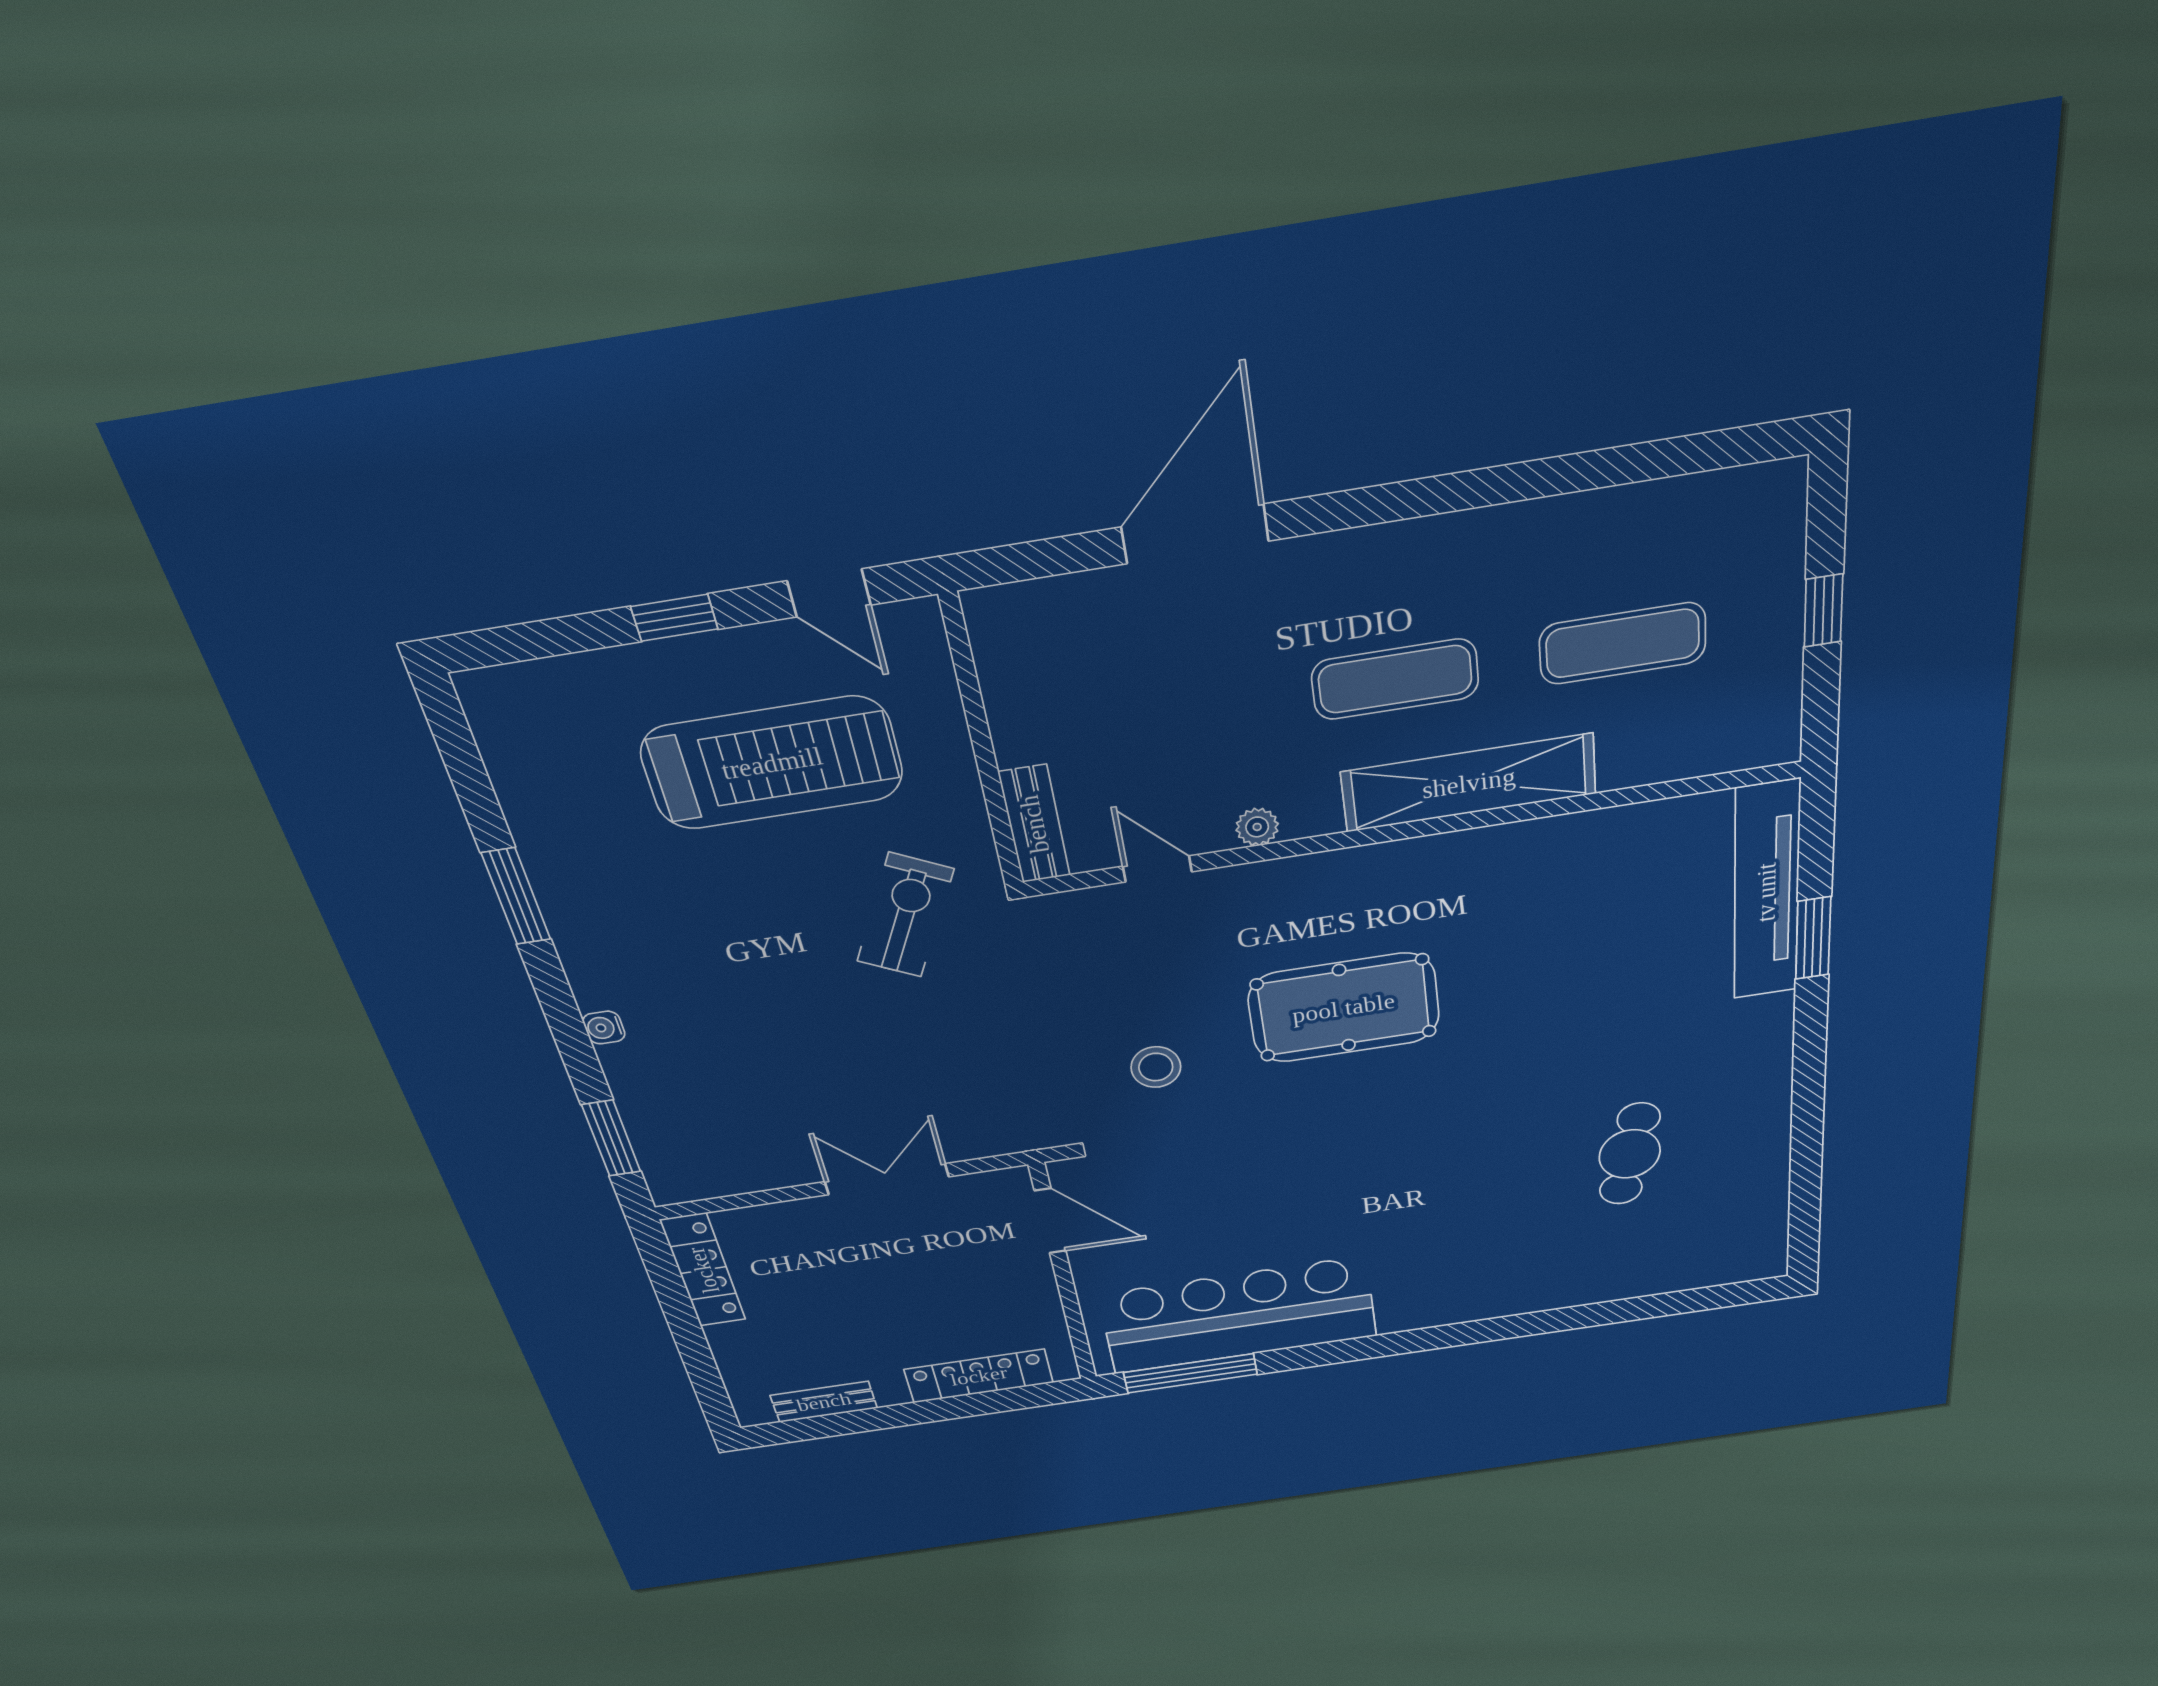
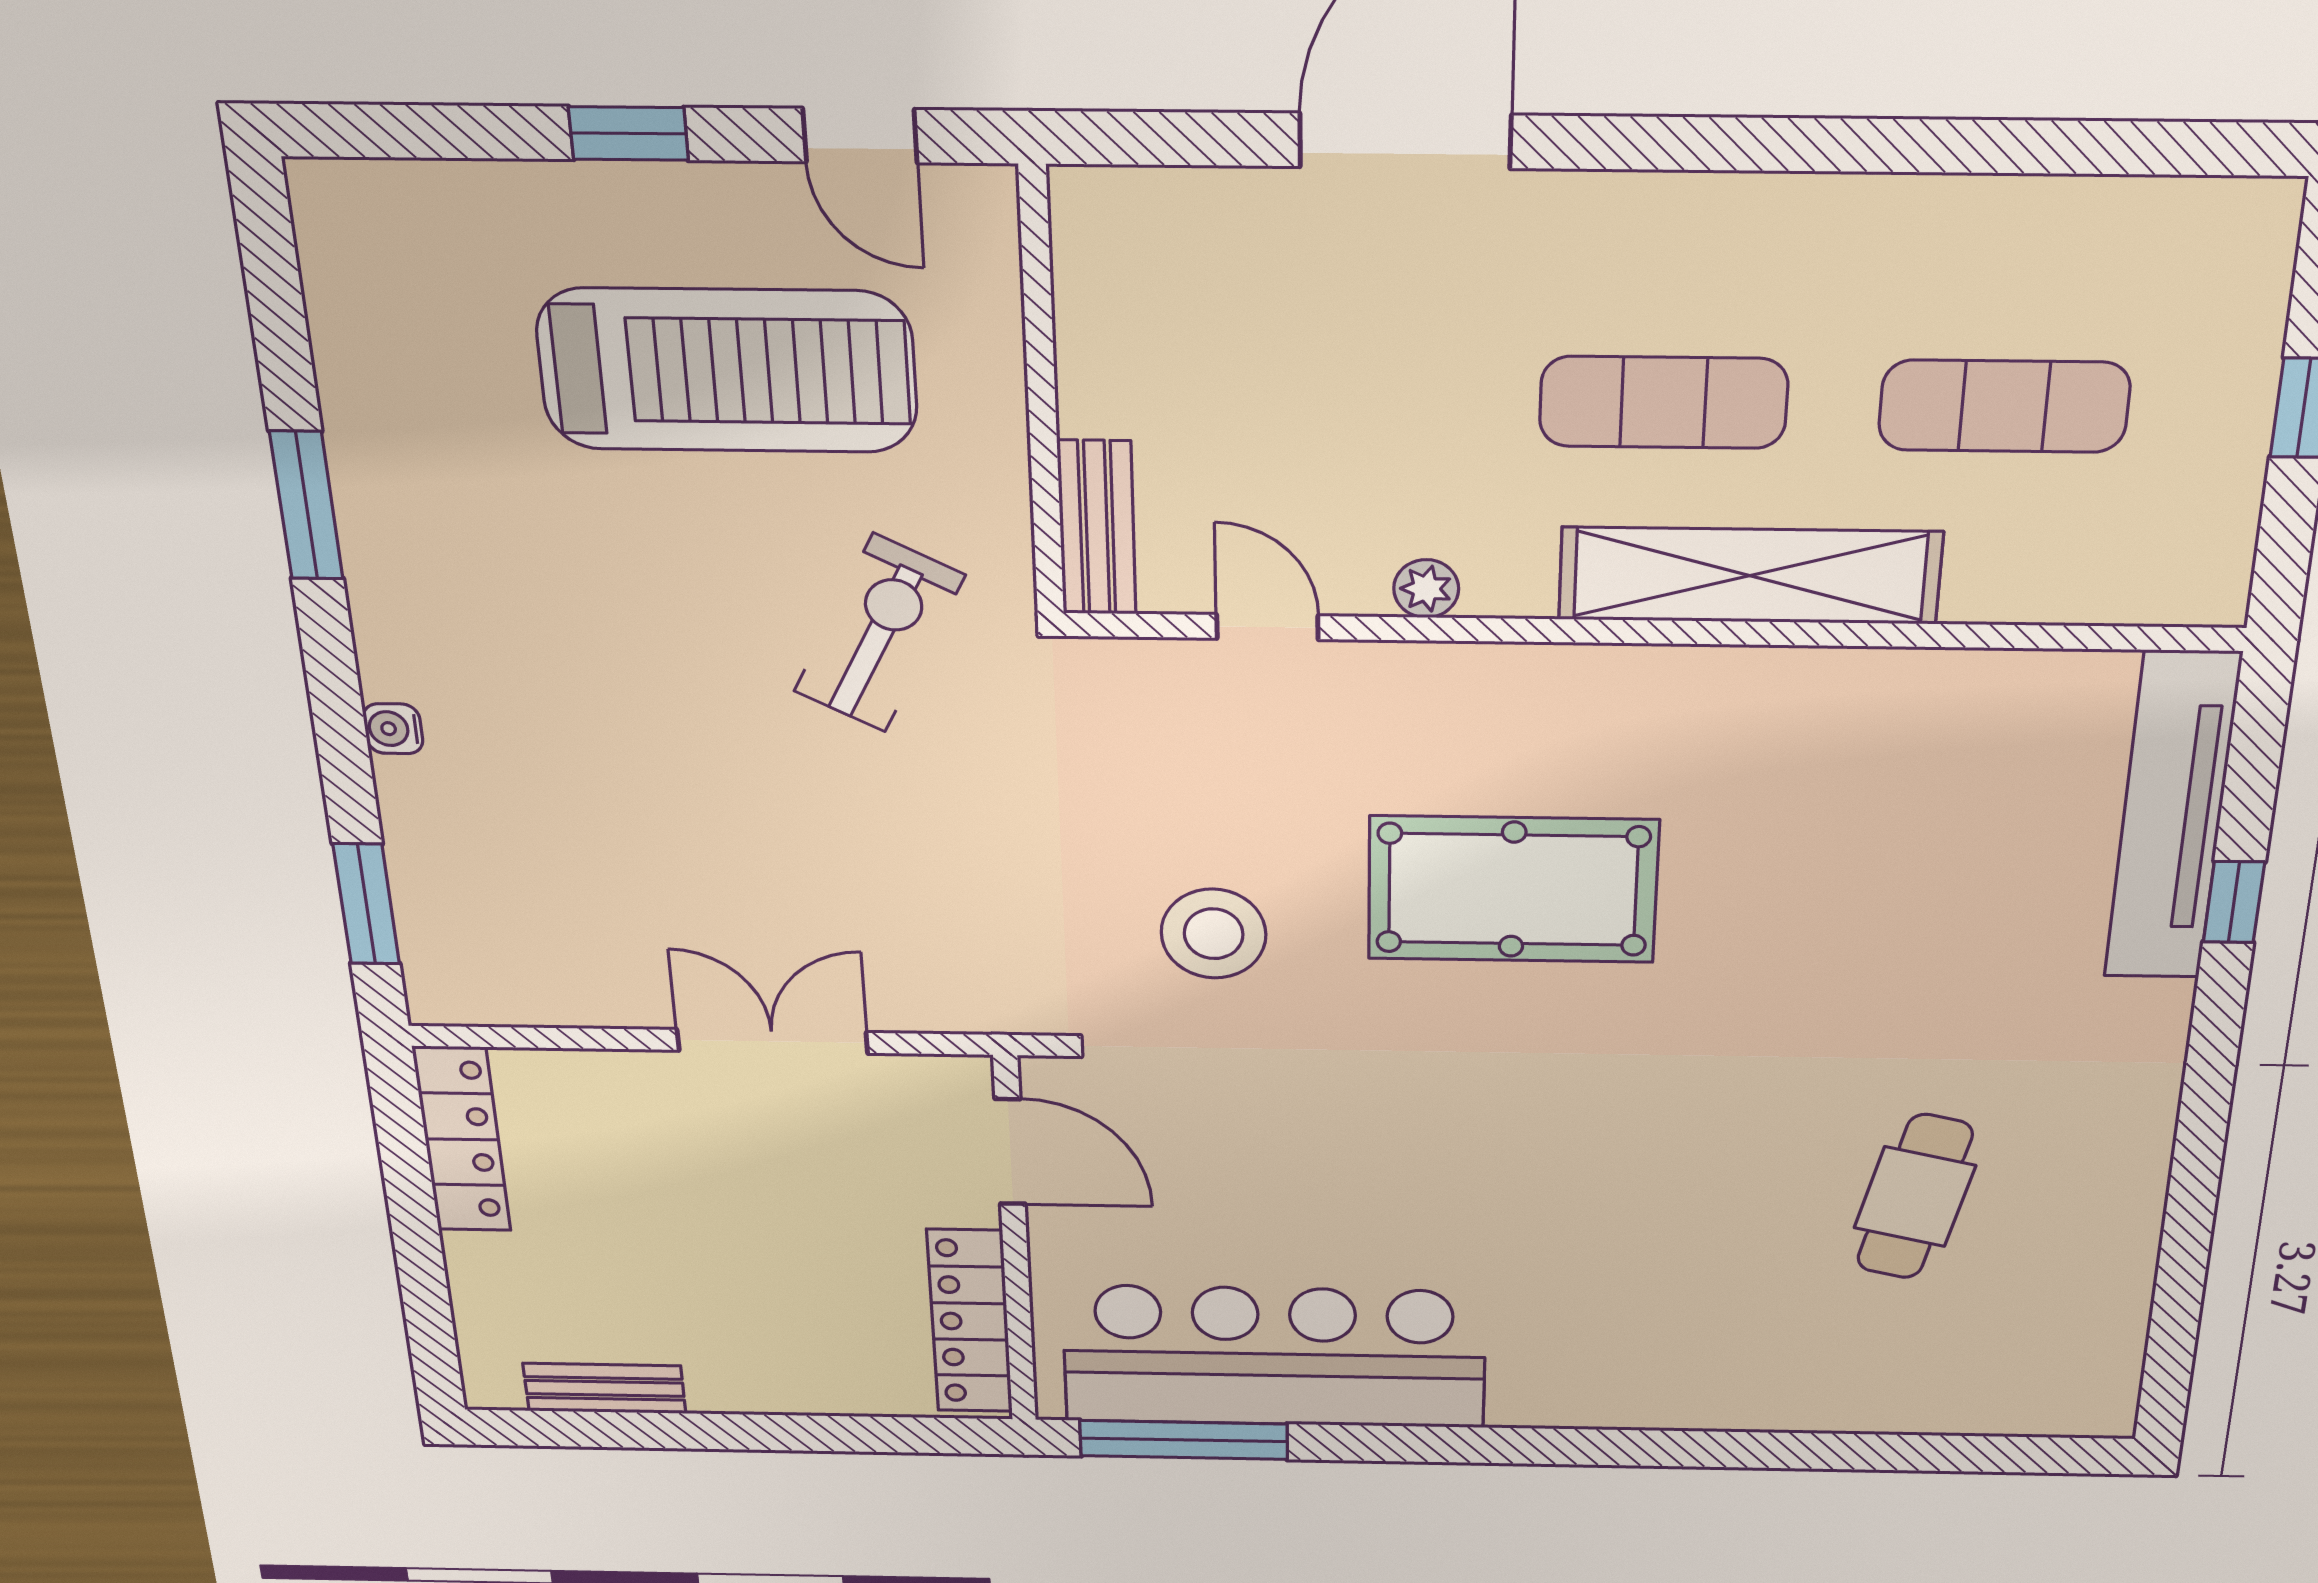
window: (1813, 938) -> (2234, 902), width x0.67
stool: (1156, 1067) -> (1214, 934), width x1.38, depth x1.38
locker: (979, 1376) -> (970, 1321), moved, turned -90

